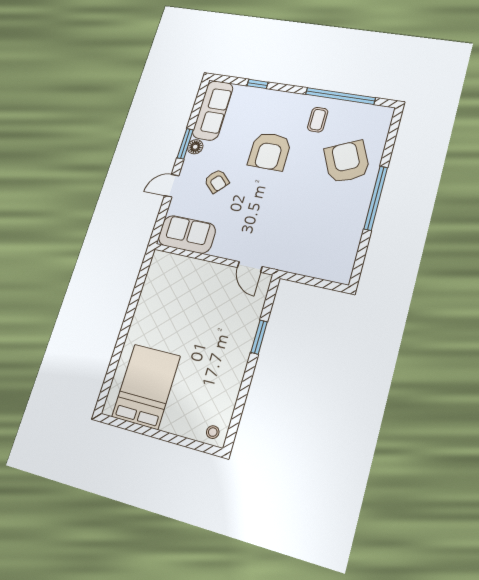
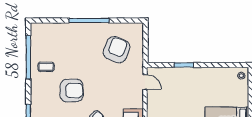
armchair: (347, 162) -> (117, 50), moved, turned 137
door: (250, 267) -> (145, 82), hinge flipped

